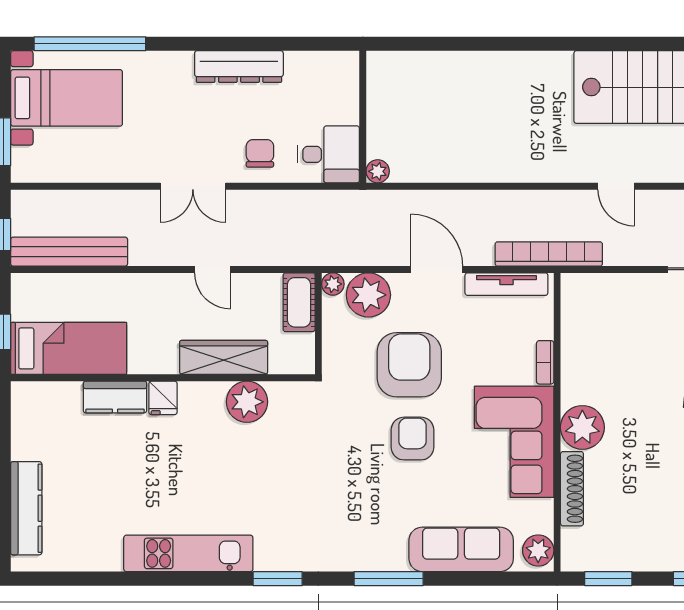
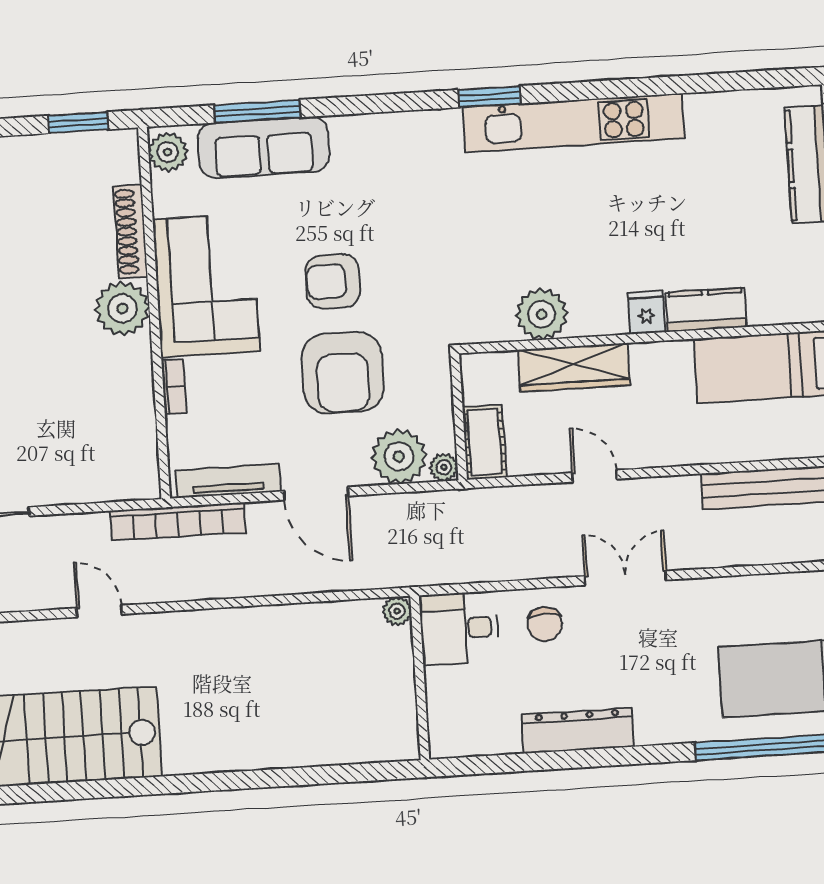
armchair: (412, 439) -> (333, 281), turned 90
kitchen unit: (188, 553) -> (573, 123), width x1.36
window: (389, 579) -> (257, 111), moved

